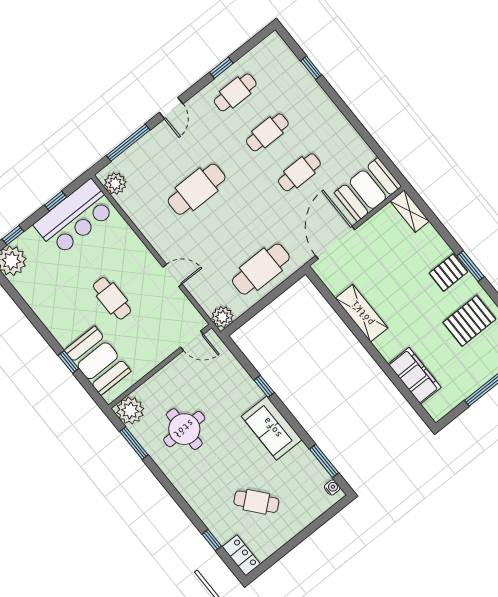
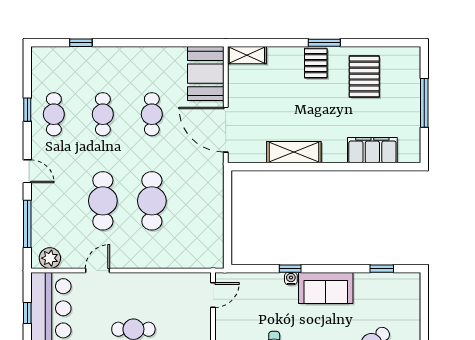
cafe table: (261, 269) -> (152, 201), moved
door: (173, 275) -> (97, 270), moved
plant: (222, 317) -> (214, 258), removed
window: (324, 461) -> (382, 269), width x0.67
water cooler: (332, 487) -> (291, 279), moved

